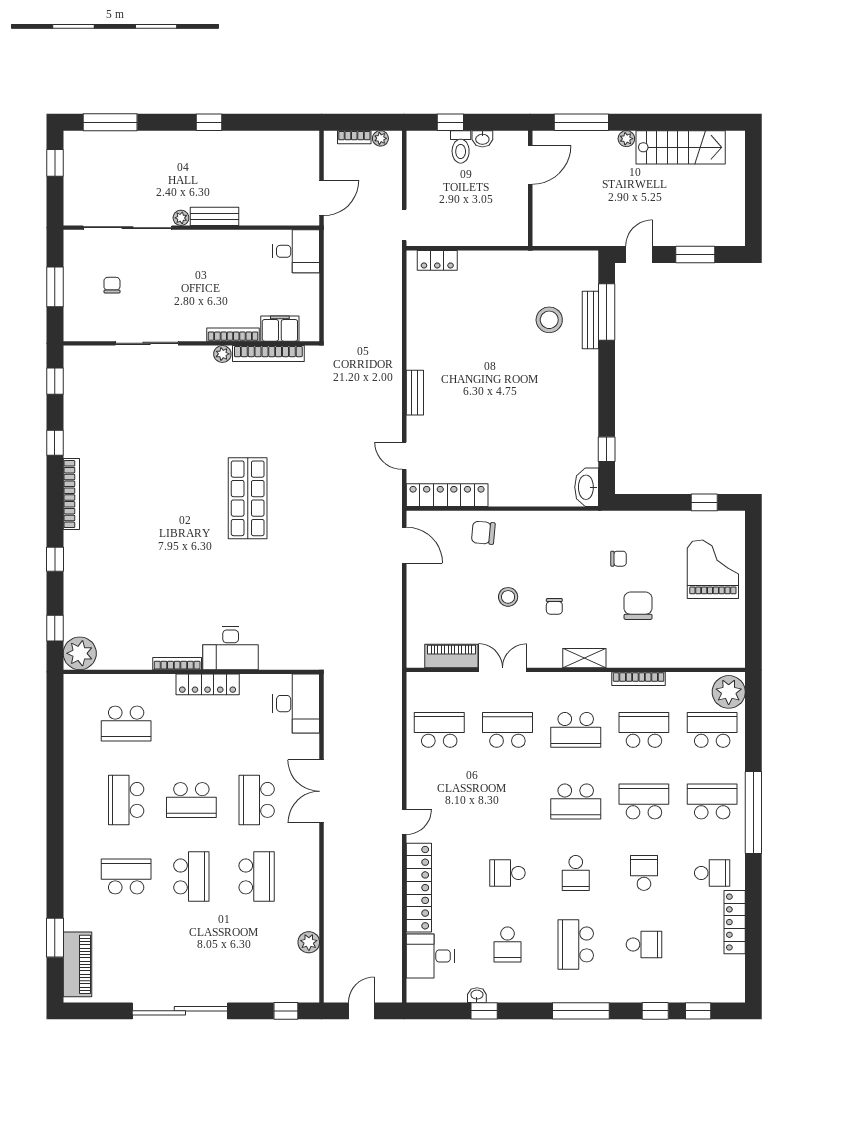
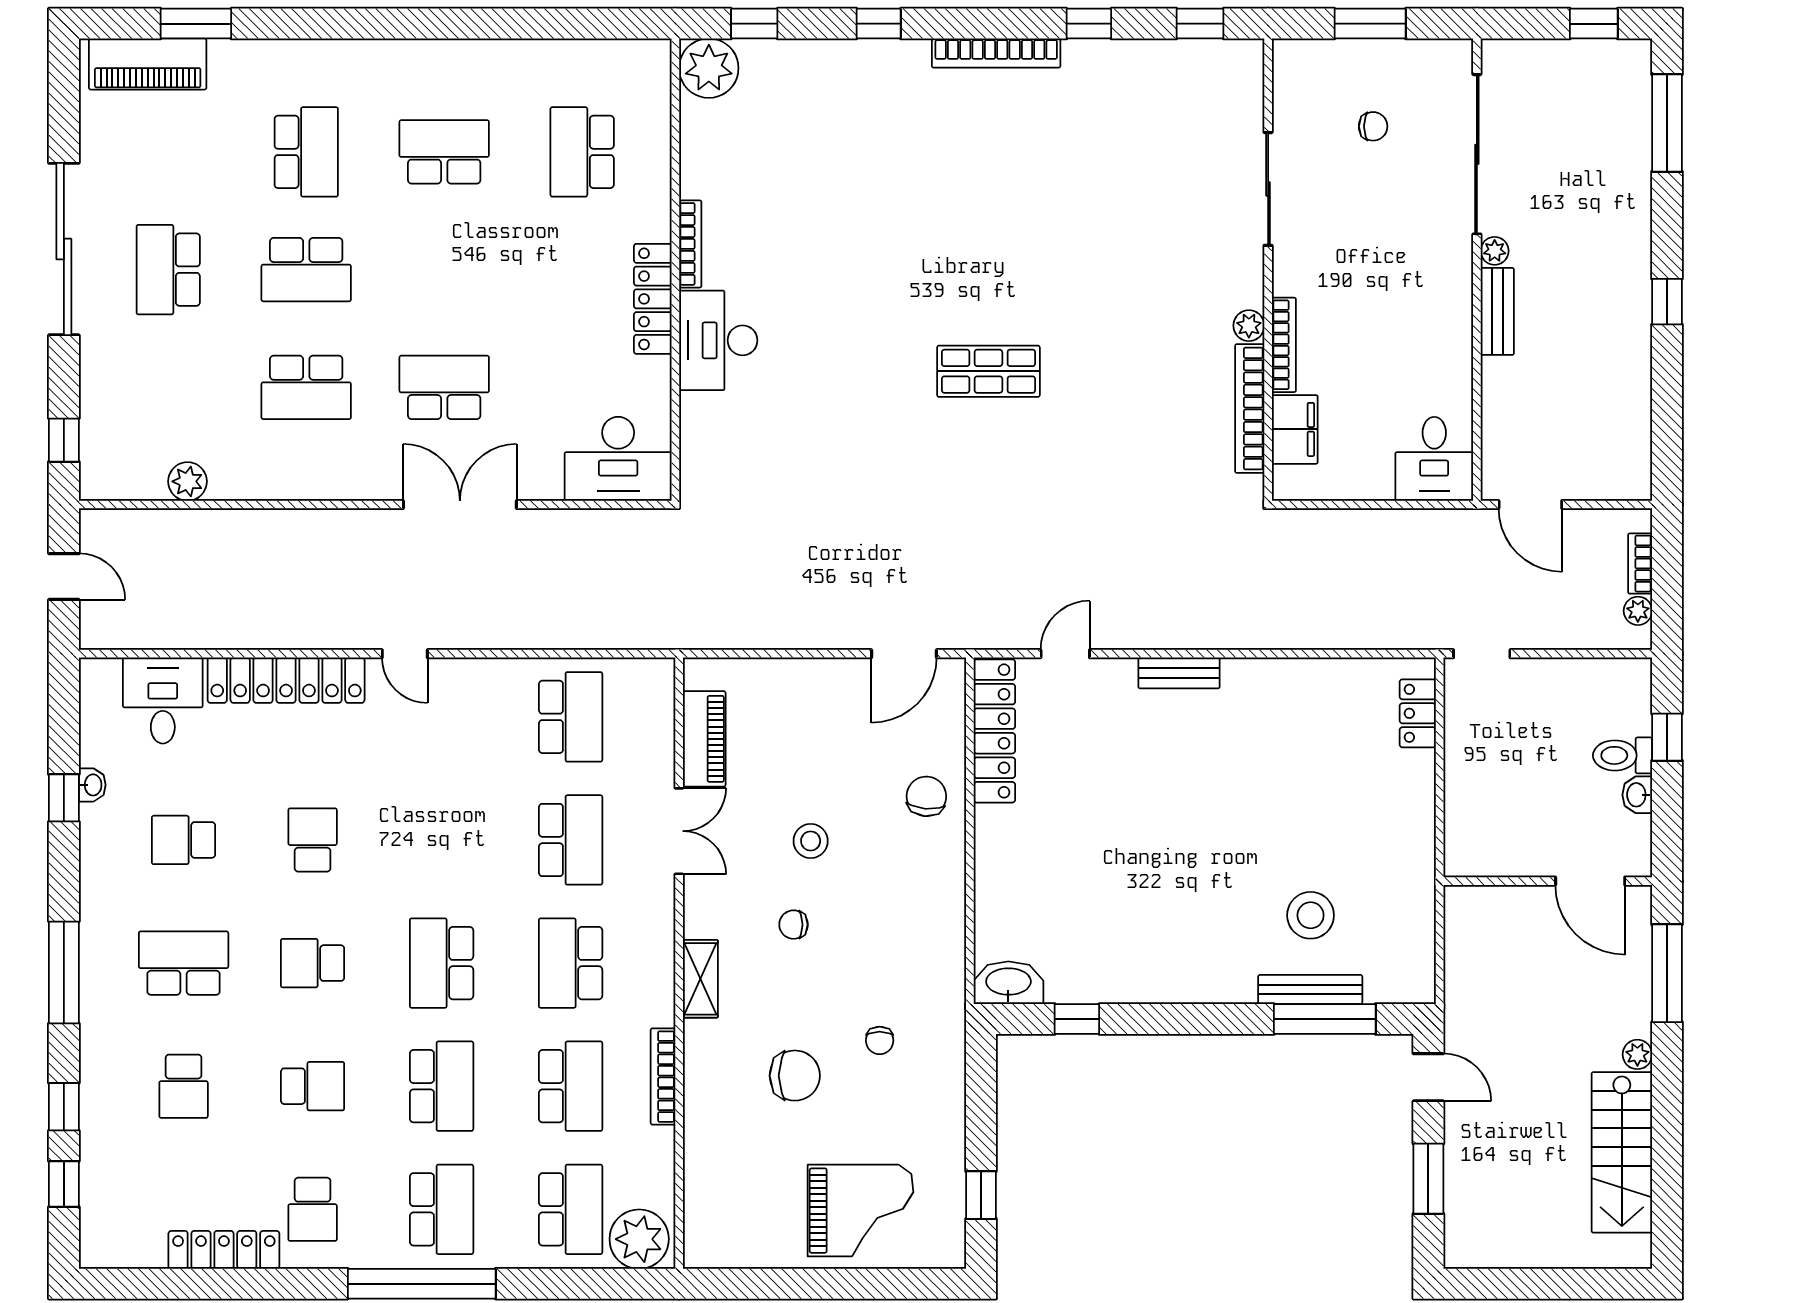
shop shelf: (248, 498) -> (988, 371), width x0.70, depth x0.74
school desk: (191, 800) -> (168, 270), moved

